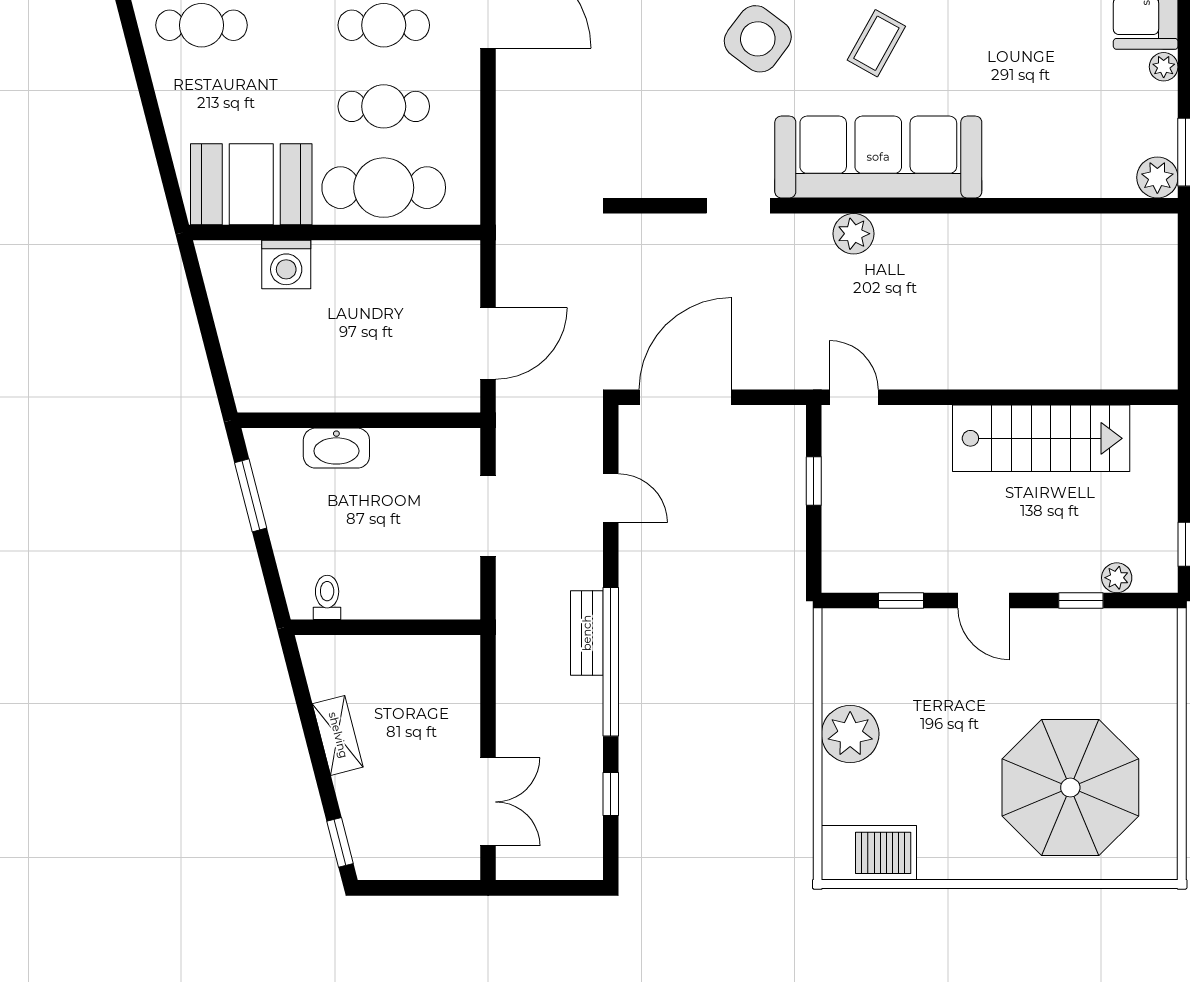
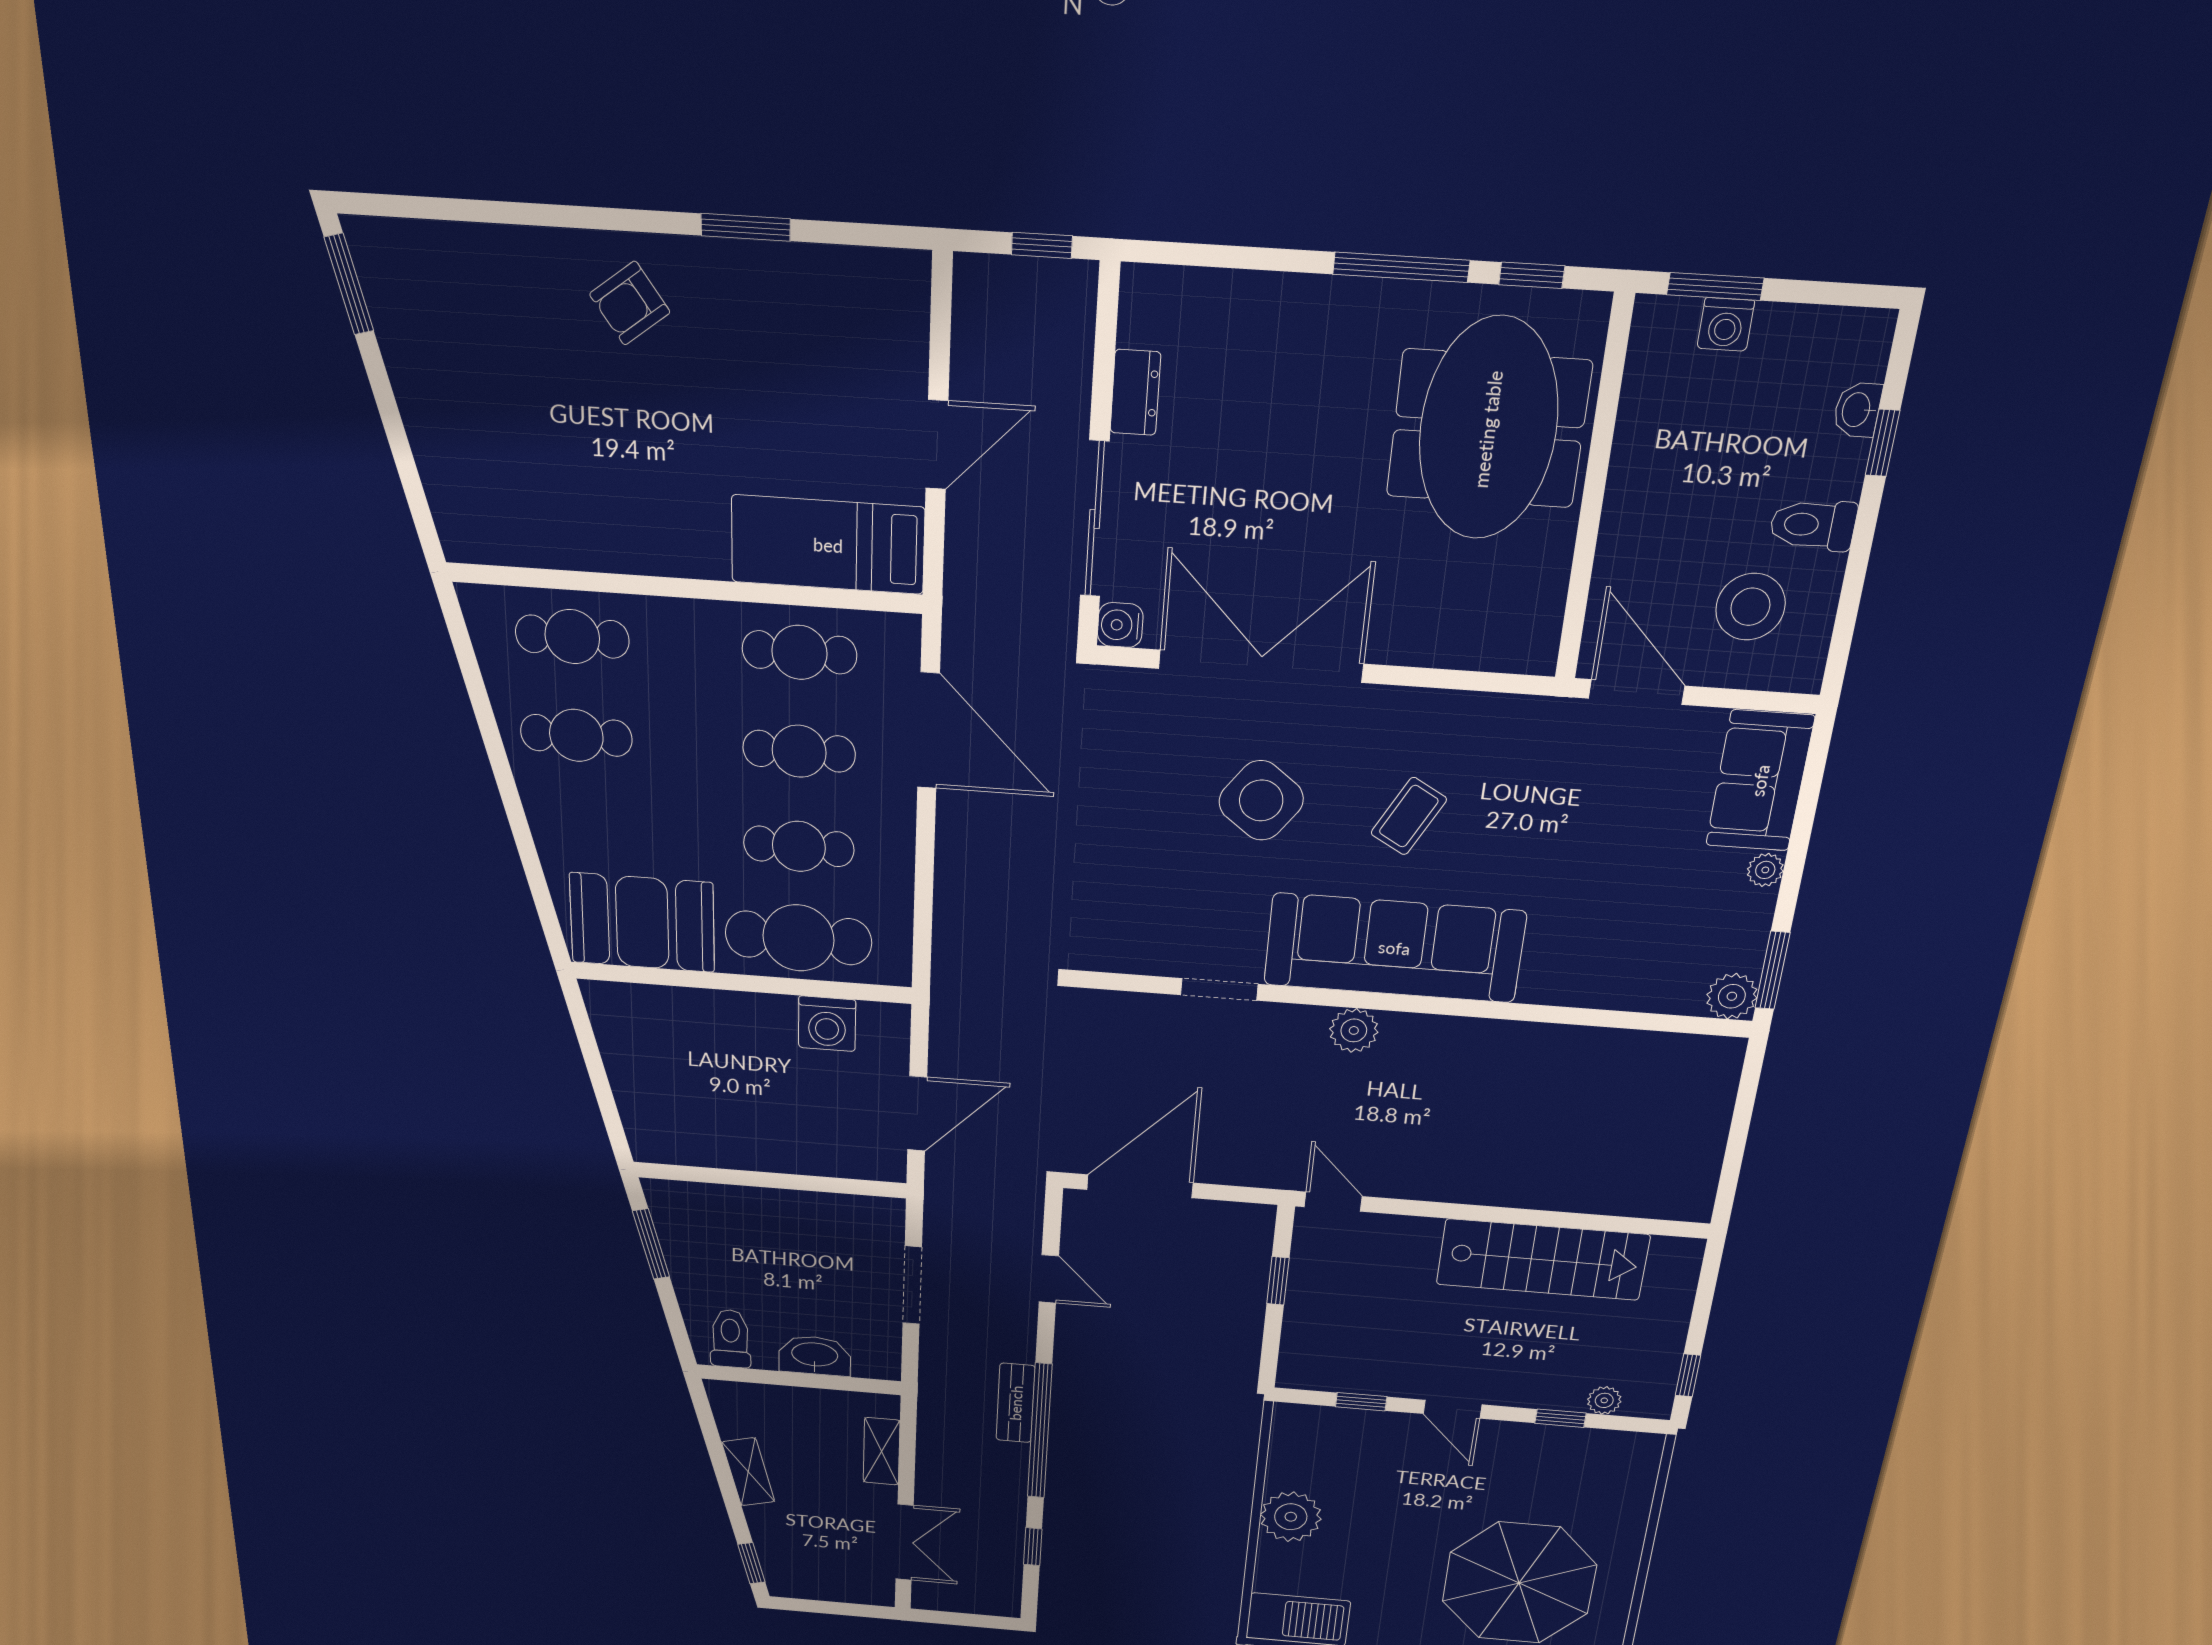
washing machine: (286, 265) -> (827, 1024), moved
washbasin: (336, 448) -> (815, 1356), moved, turned 180
toilet: (327, 597) -> (730, 1339), width x1.37, depth x1.39
shelving: (464, 699) -> (882, 1451), added

